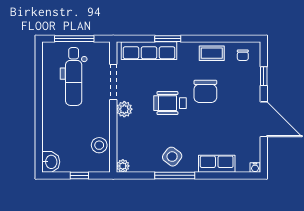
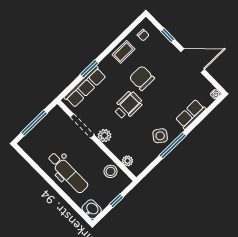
dental chair: (74, 77) -> (68, 173), moved
chair: (205, 91) -> (142, 78), turned 180
wheelchair: (170, 103) -> (128, 105), turned 180
plant: (123, 166) -> (128, 161), moved

